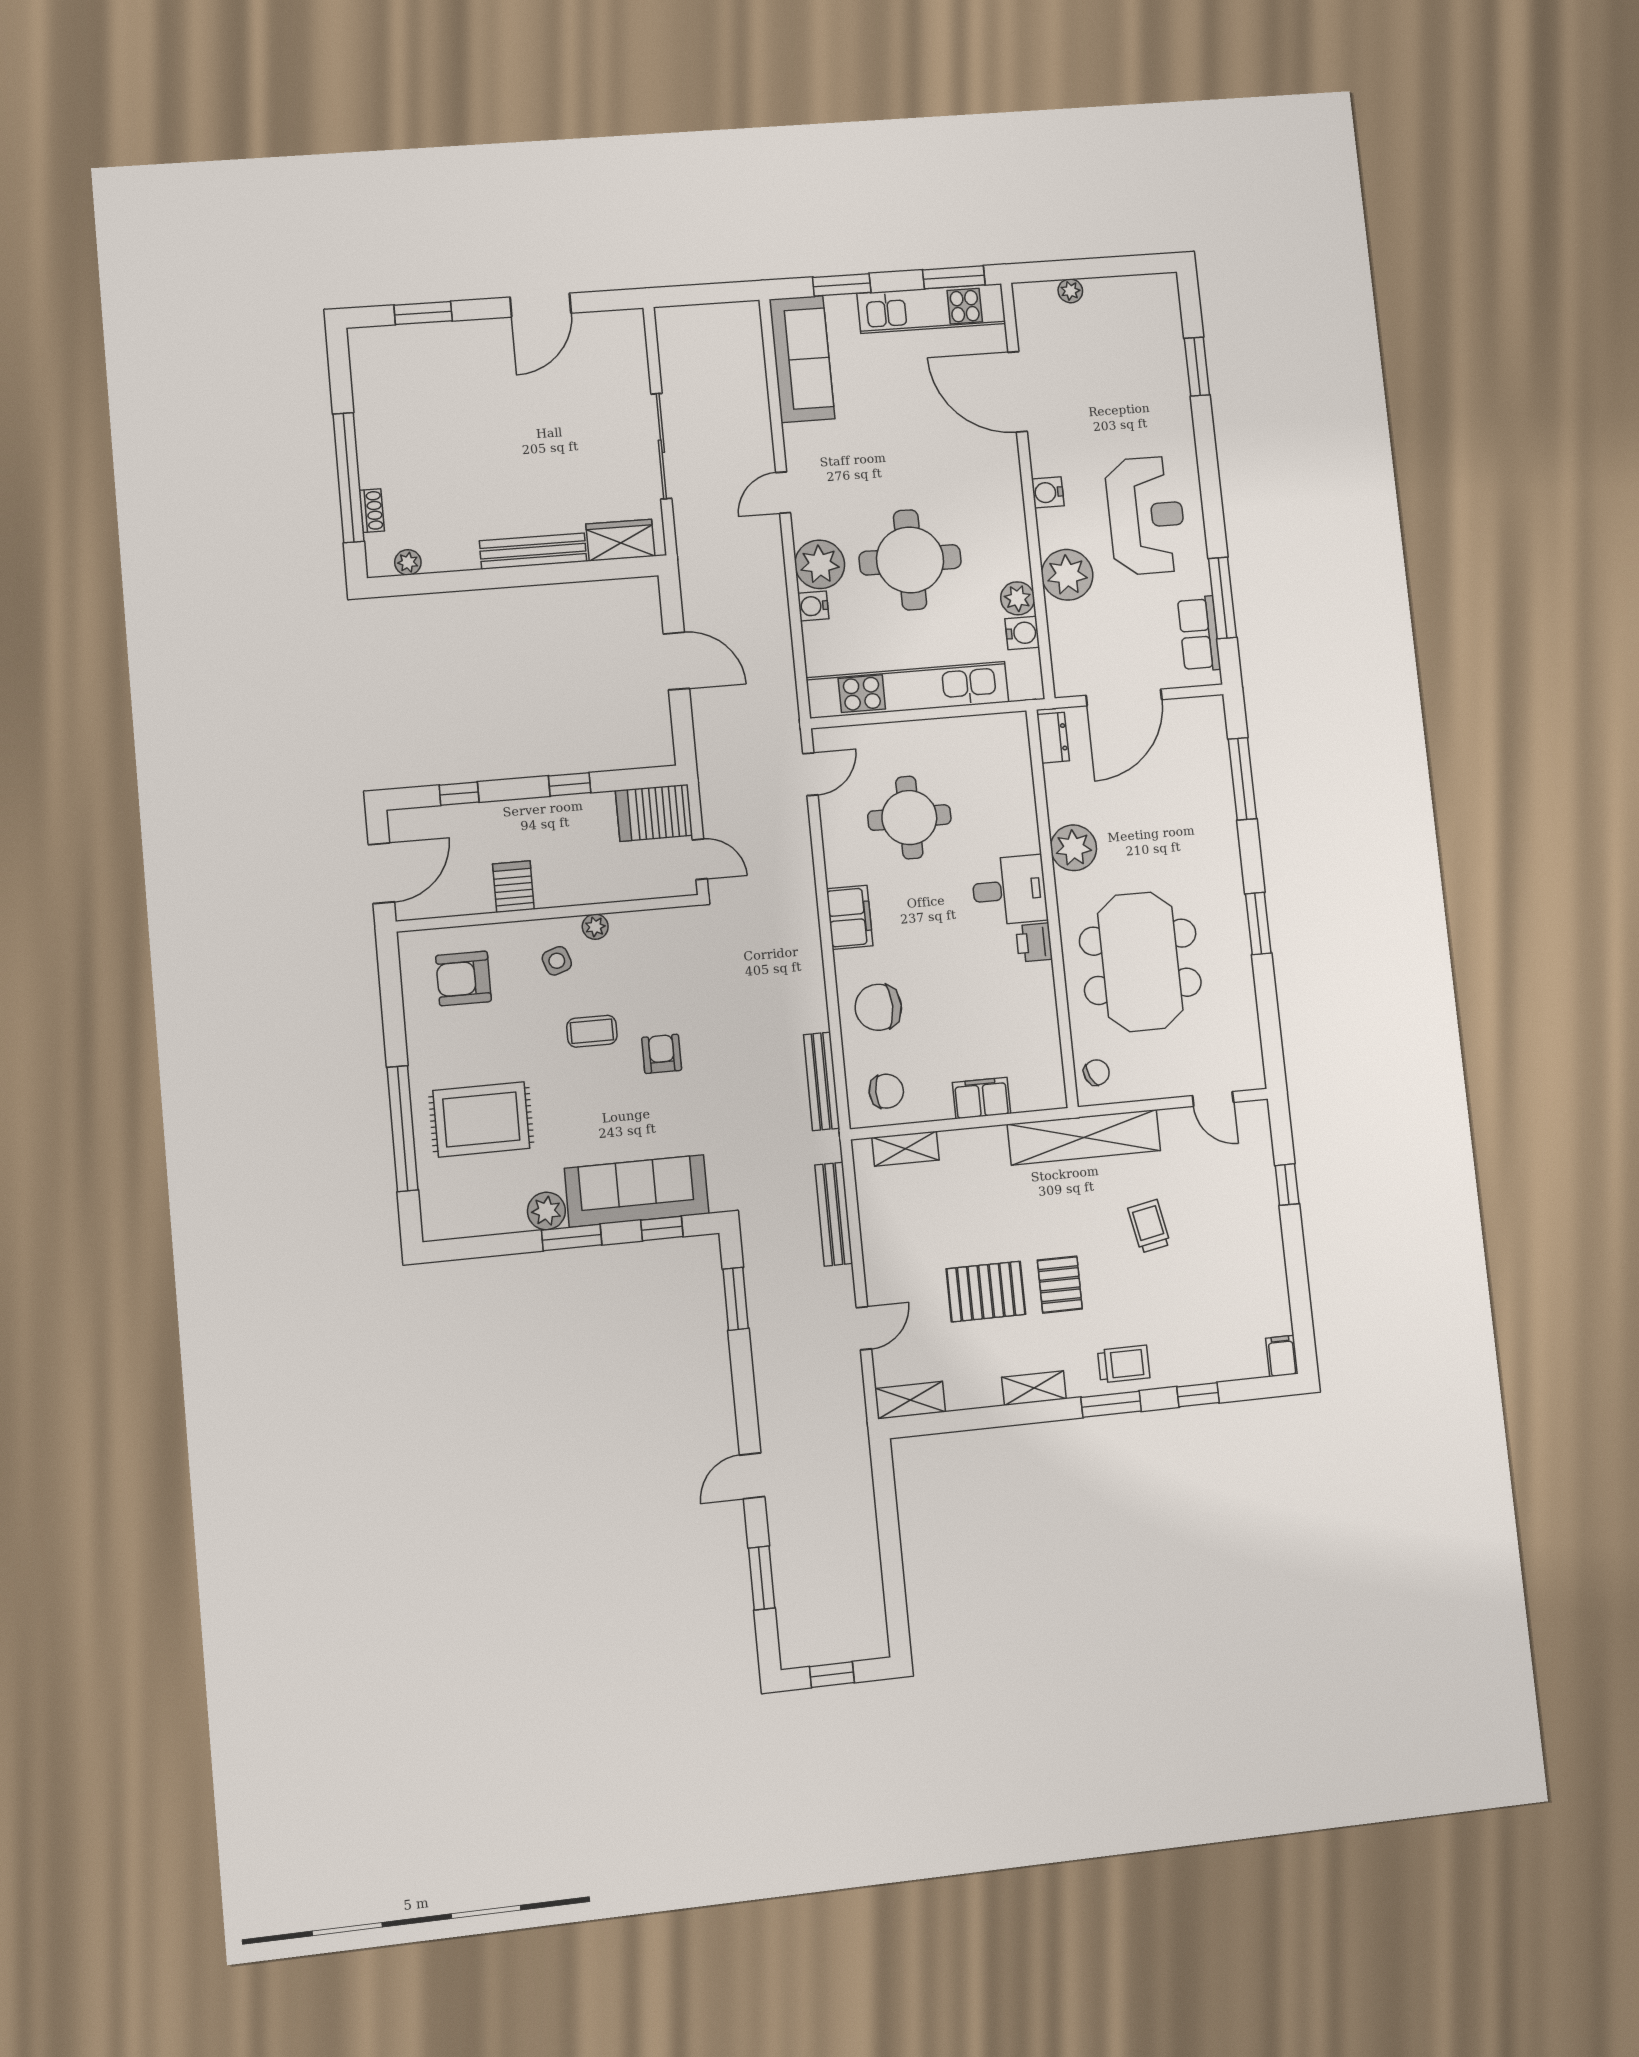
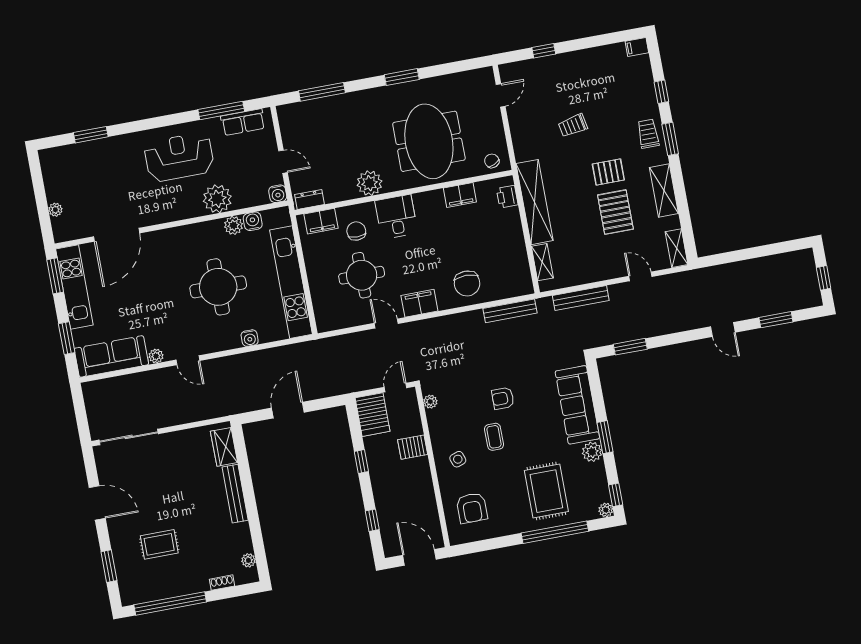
rug: (454, 406) -> (159, 544), added
sliding door: (661, 446) -> (129, 437), moved
window: (348, 478) -> (170, 603), moved
water cooler: (1048, 492) -> (278, 194), moved
plant: (820, 564) -> (156, 356), moved, width x0.53, depth x0.53
door: (1124, 697) -> (283, 162), width x0.53
filing cabinet: (1013, 754) -> (321, 221), added
door: (810, 774) -> (386, 323), moved
server rack: (513, 887) -> (413, 447), moved
plant: (595, 927) -> (430, 402), moved
printer: (1034, 942) -> (507, 197), moved, turned 90
meeting table: (1140, 962) -> (429, 141), turned 90
chair: (886, 1091) -> (356, 231), moved
filing cabinet: (981, 1098) -> (460, 195), moved, turned -90
shelving: (1084, 1137) -> (535, 202), moved
plant: (435, 1227) -> (606, 510), added
window: (662, 1228) -> (616, 495), moved
shelving: (1034, 1388) -> (664, 190), width x1.50, depth x1.33

